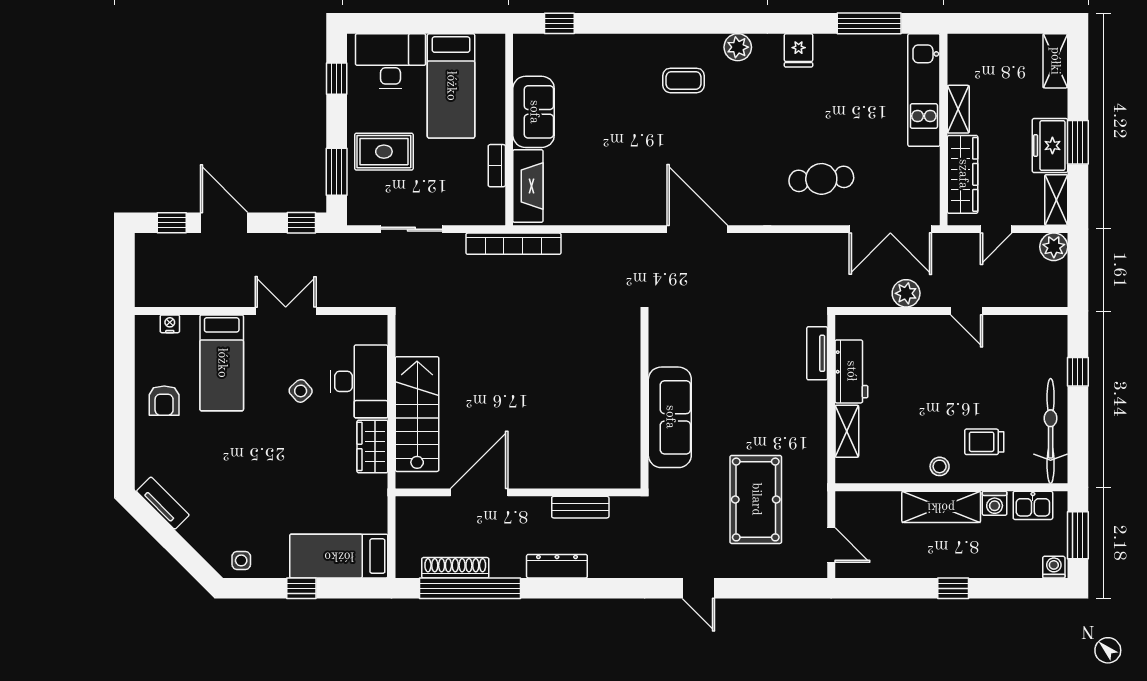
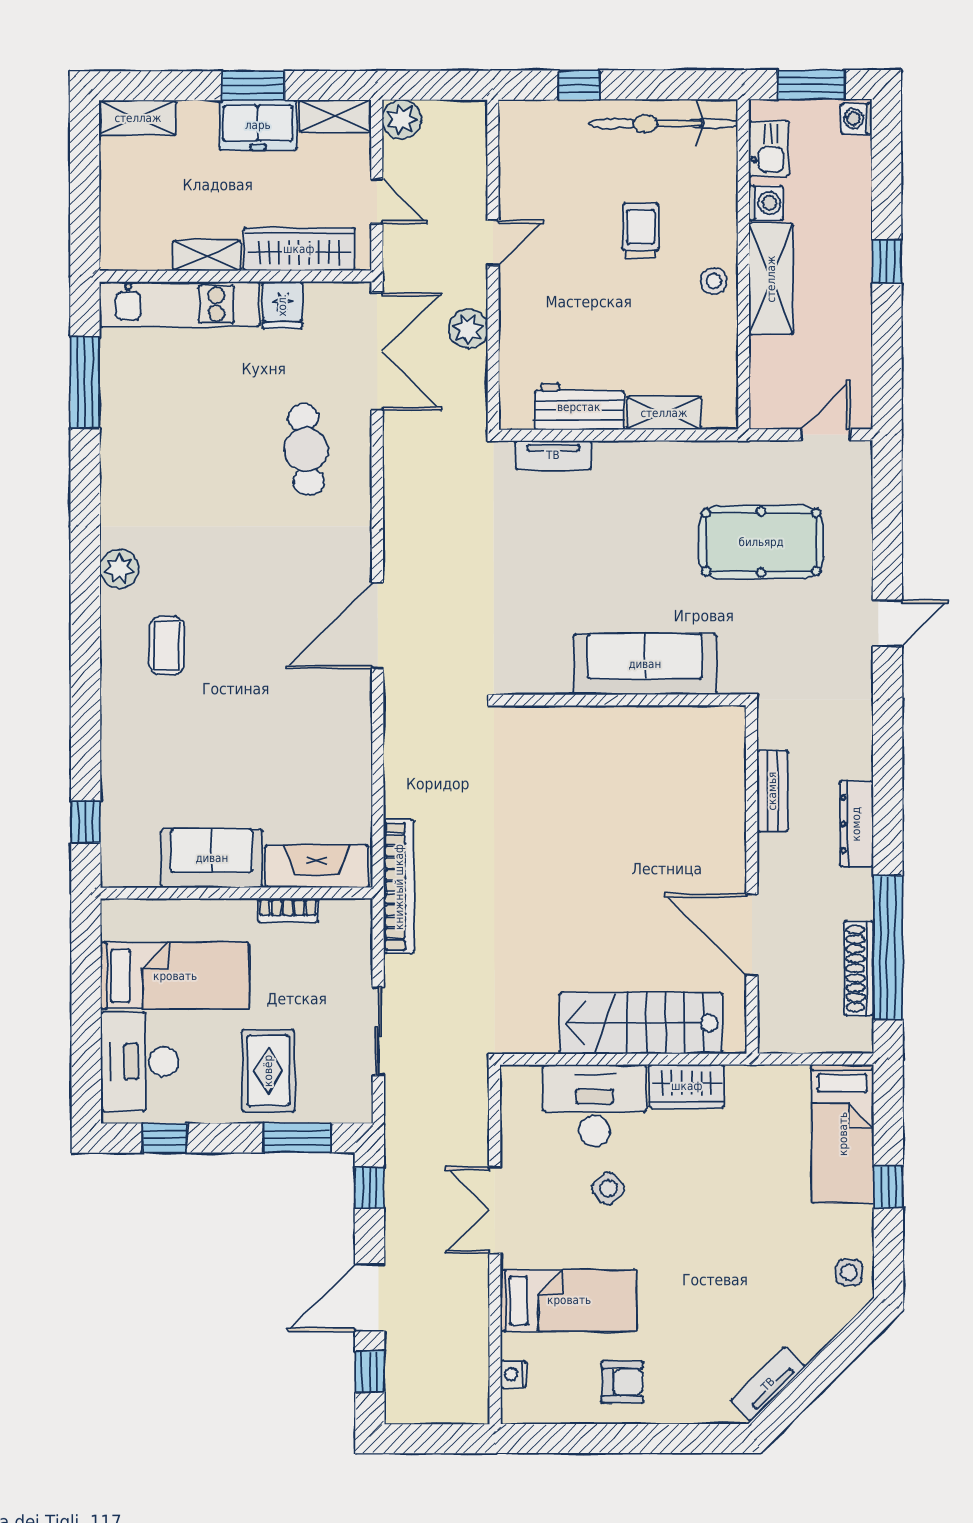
fridge: (799, 50) -> (282, 305), moved, turned 90
trolley: (984, 442) -> (641, 231), moved, turned 180

